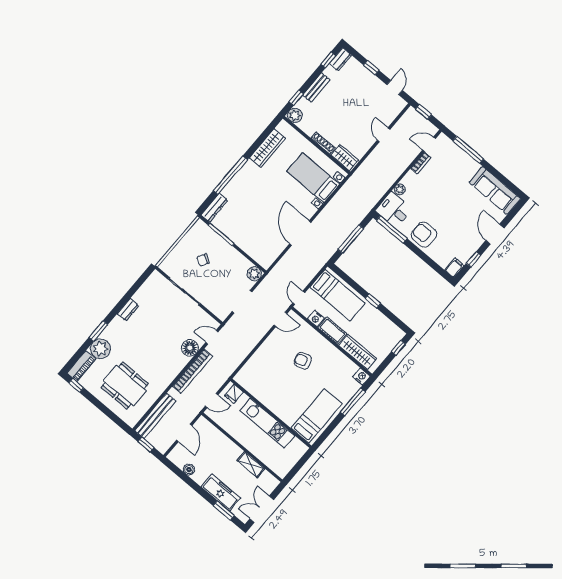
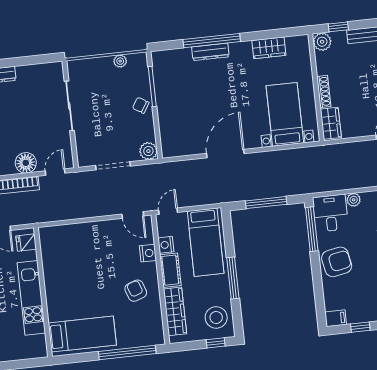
wardrobe: (267, 148) -> (269, 48), width x0.67
dresser: (214, 208) -> (210, 52), moved
armchair: (424, 235) -> (337, 262), turned 79
plant: (189, 237) -> (120, 61), added
chair: (203, 260) -> (141, 105), moved
window: (373, 301) -> (233, 278), width x2.17
stool: (385, 333) -> (216, 317), added
door: (212, 337) -> (55, 172), hinge flipped
armchair: (303, 361) -> (136, 291), moved
nightstand: (361, 377) -> (148, 253), moved
window: (353, 402) -> (127, 352), width x1.46

